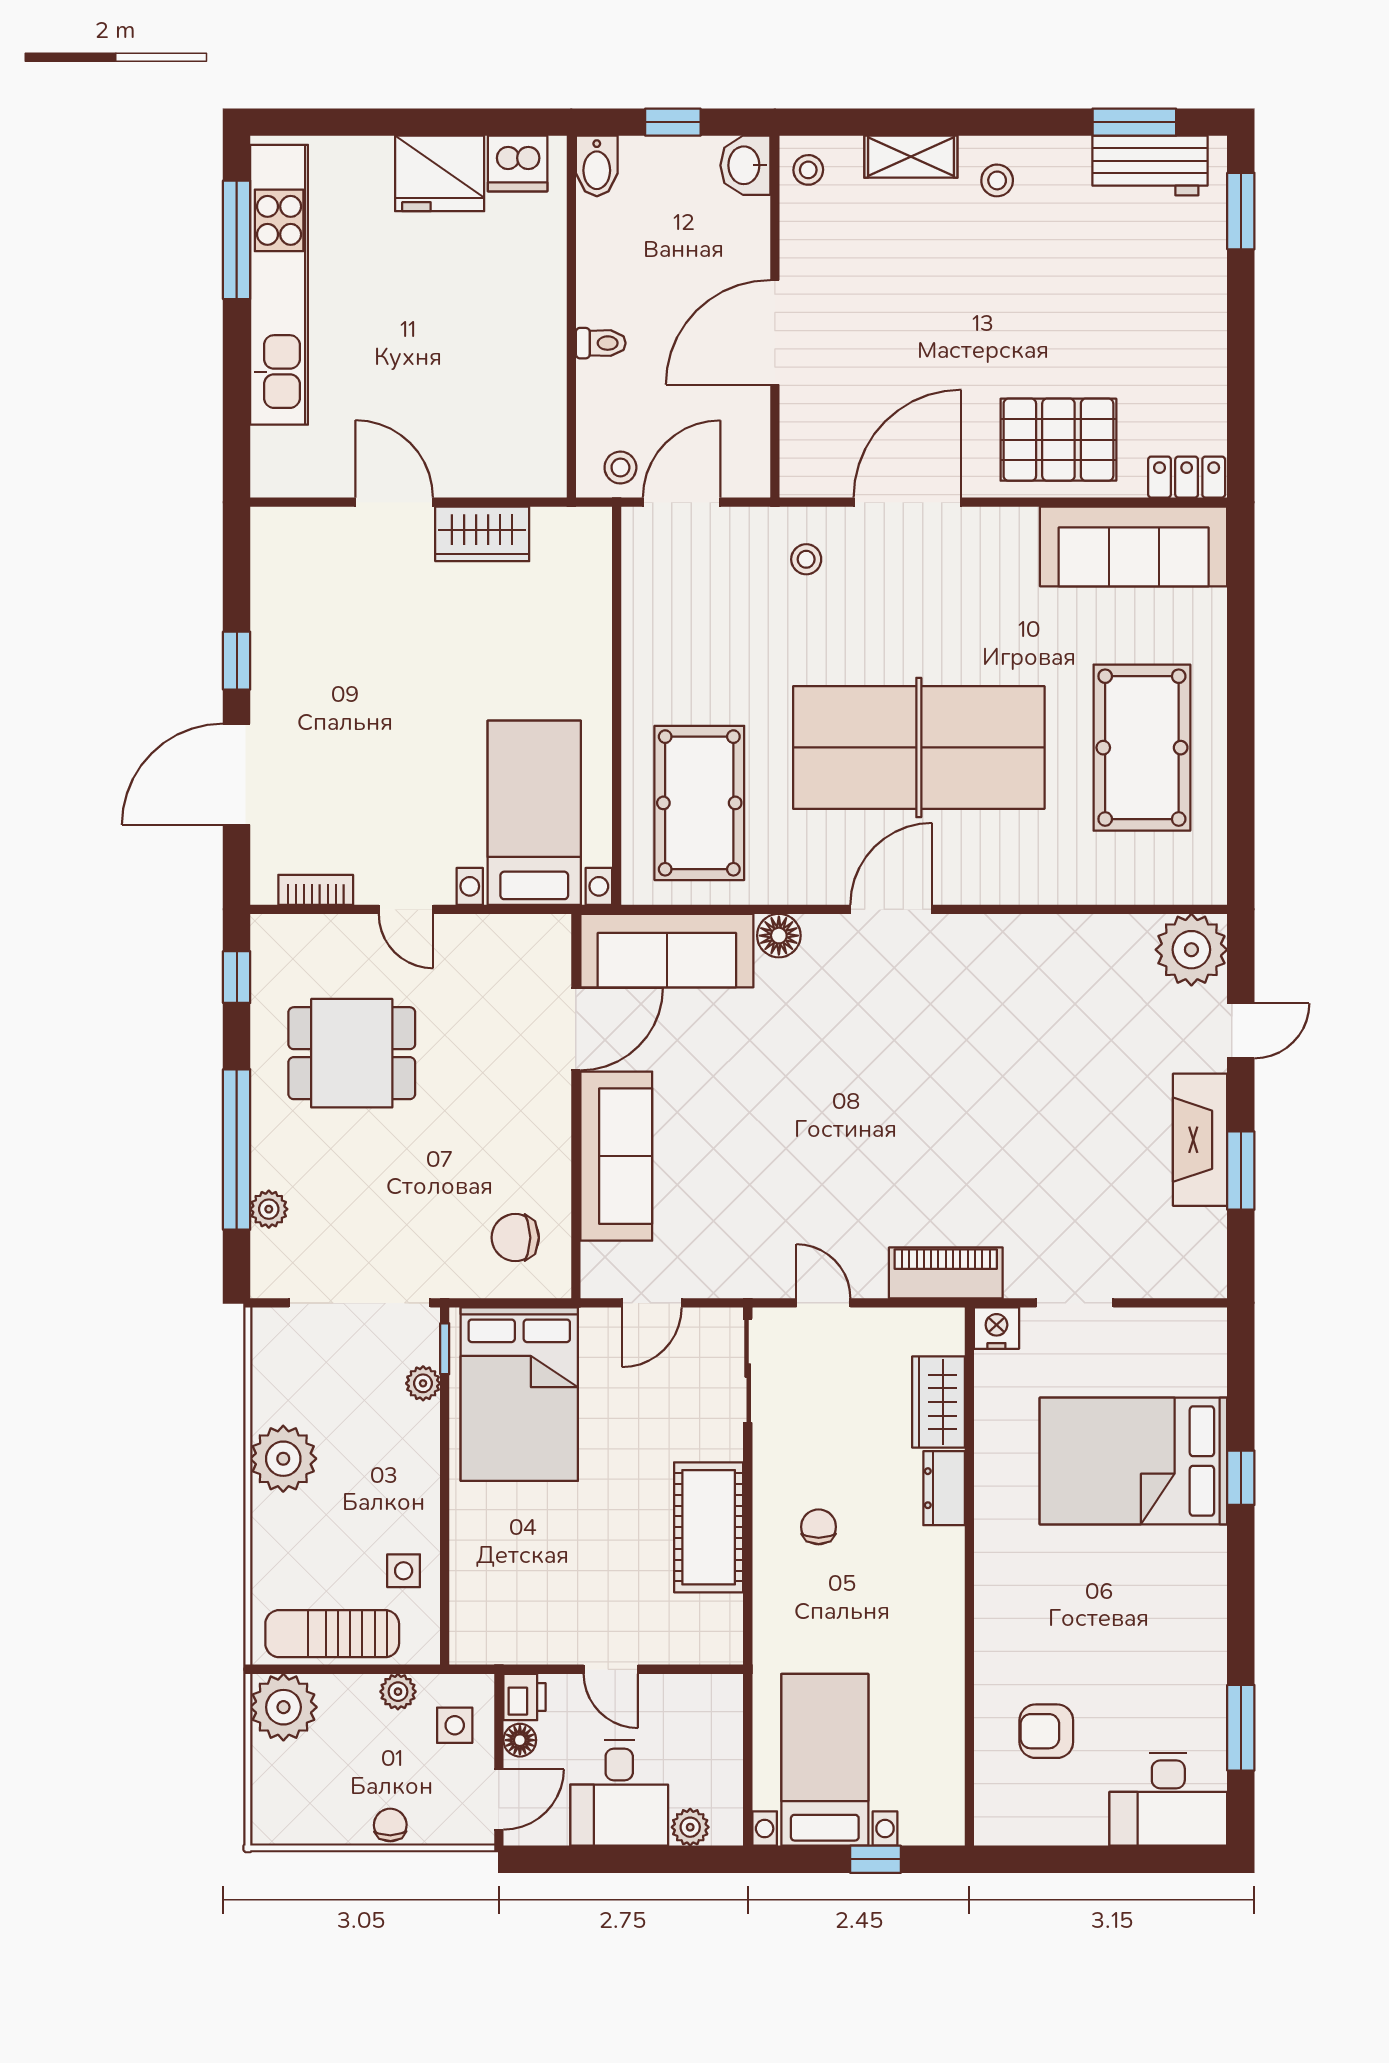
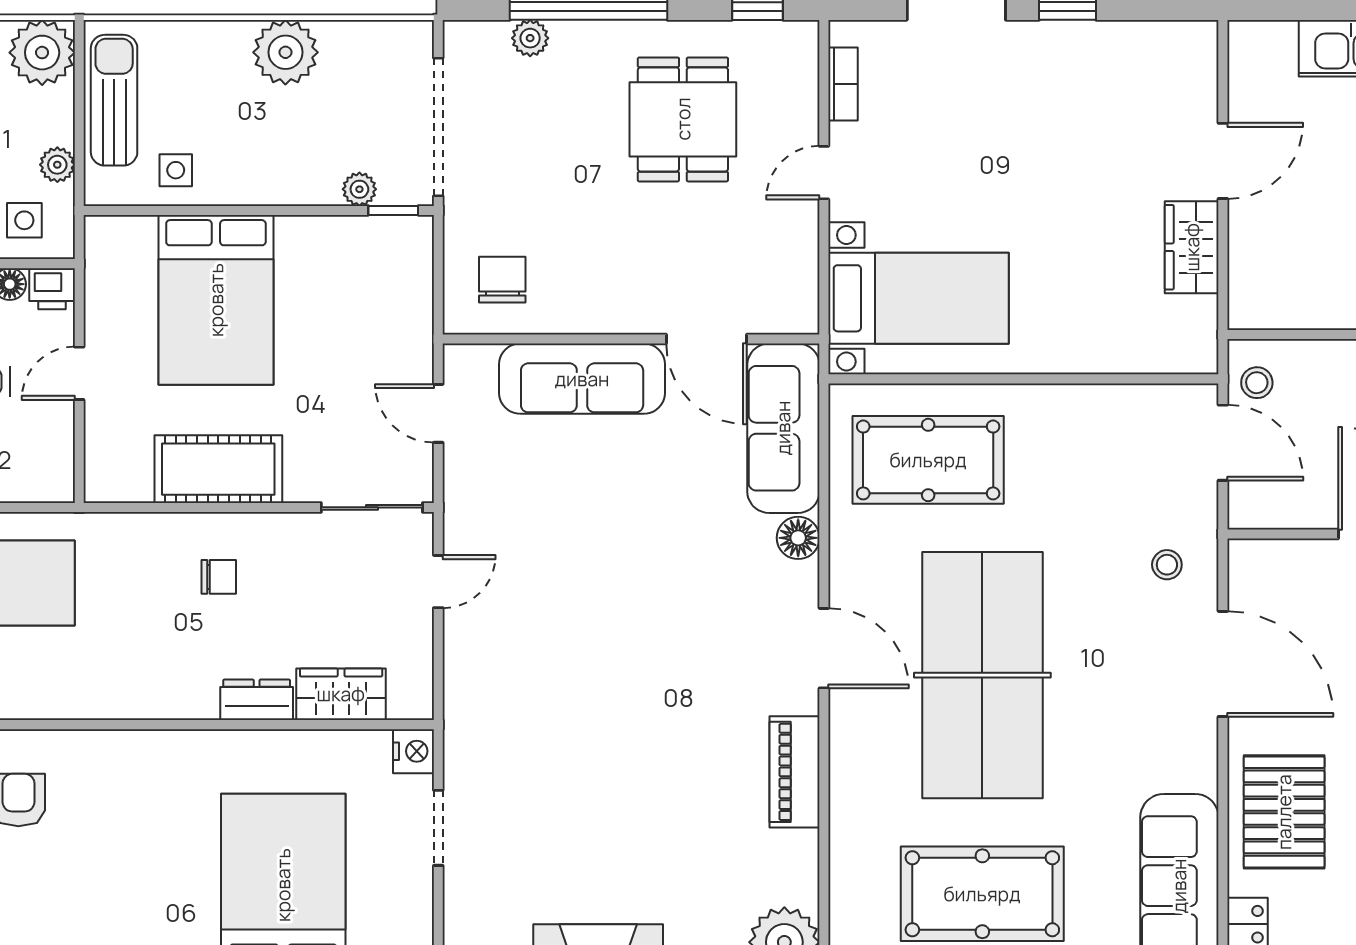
piano: (946, 1273) -> (795, 772), moved, turned 180
bed: (519, 1394) -> (216, 300), moved, turned -90

